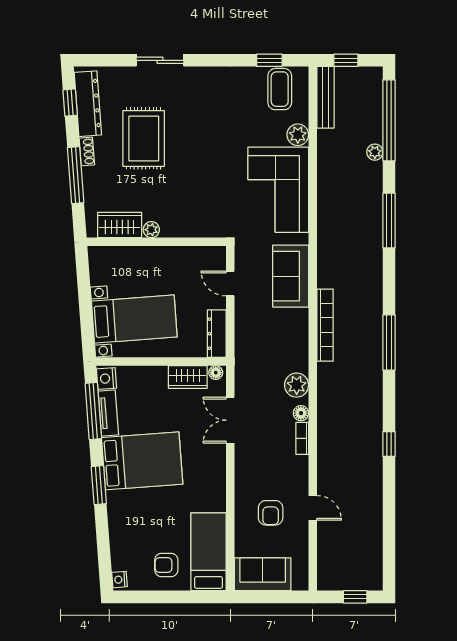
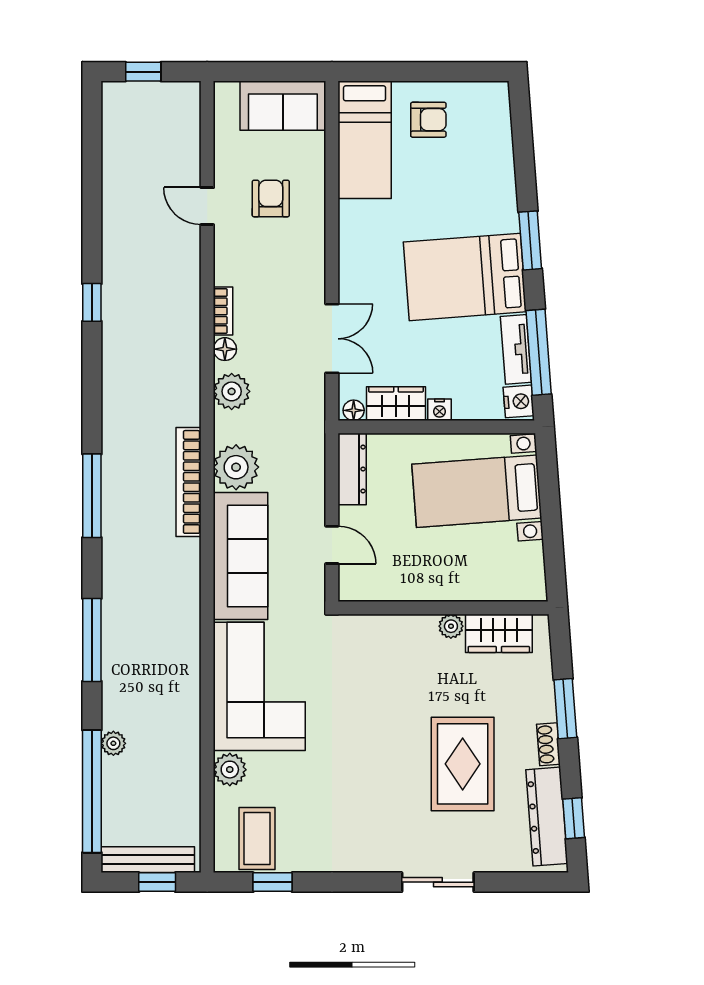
bench: (325, 97) -> (148, 860), moved, turned 90
window: (76, 175) -> (565, 709), width x0.69
sofa: (291, 276) -> (241, 556), width x1.36
plant: (294, 335) -> (236, 467), added
window: (389, 342) -> (92, 496), moved
nightstand: (119, 580) -> (440, 410), moved, turned 94

